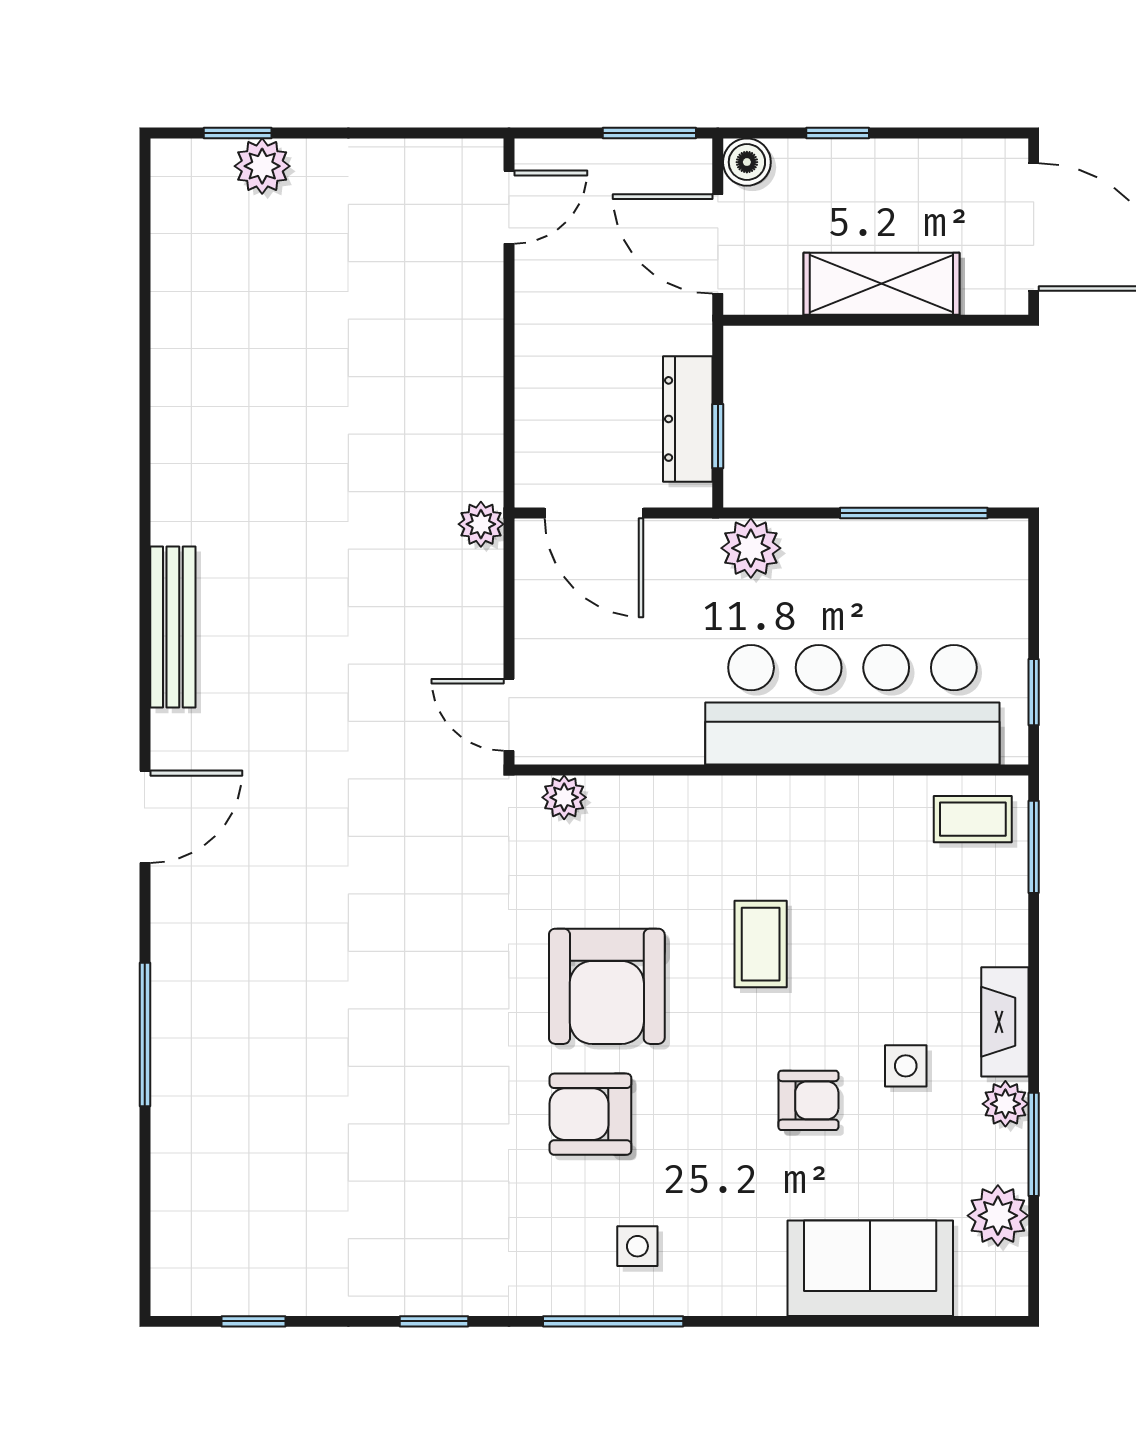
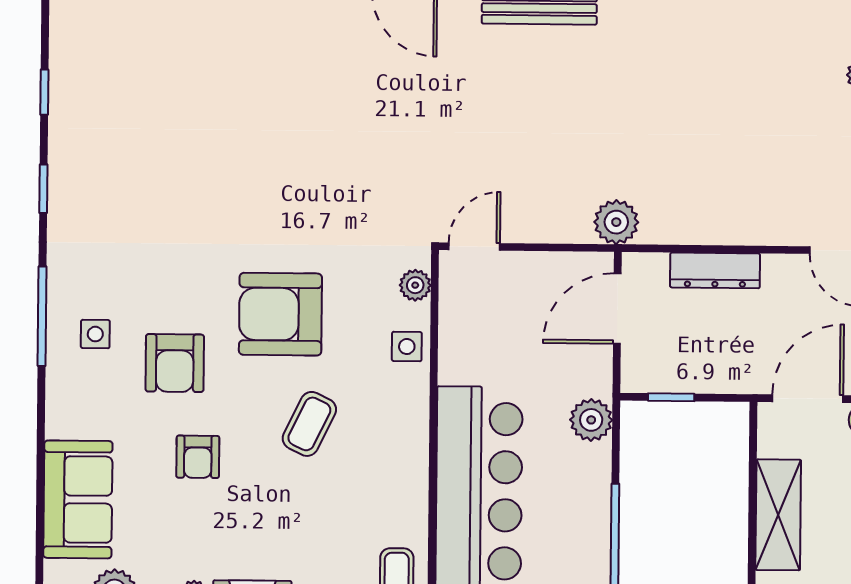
dresser: (688, 419) -> (715, 270), moved, turned 180
plant: (481, 524) -> (616, 222), width x1.38, depth x1.38
coffee table: (761, 944) -> (309, 424), turned -64
side table: (906, 1066) -> (407, 346), moved
armchair: (590, 1114) -> (175, 363), moved, turned 180
window: (254, 1321) -> (44, 92), moved

